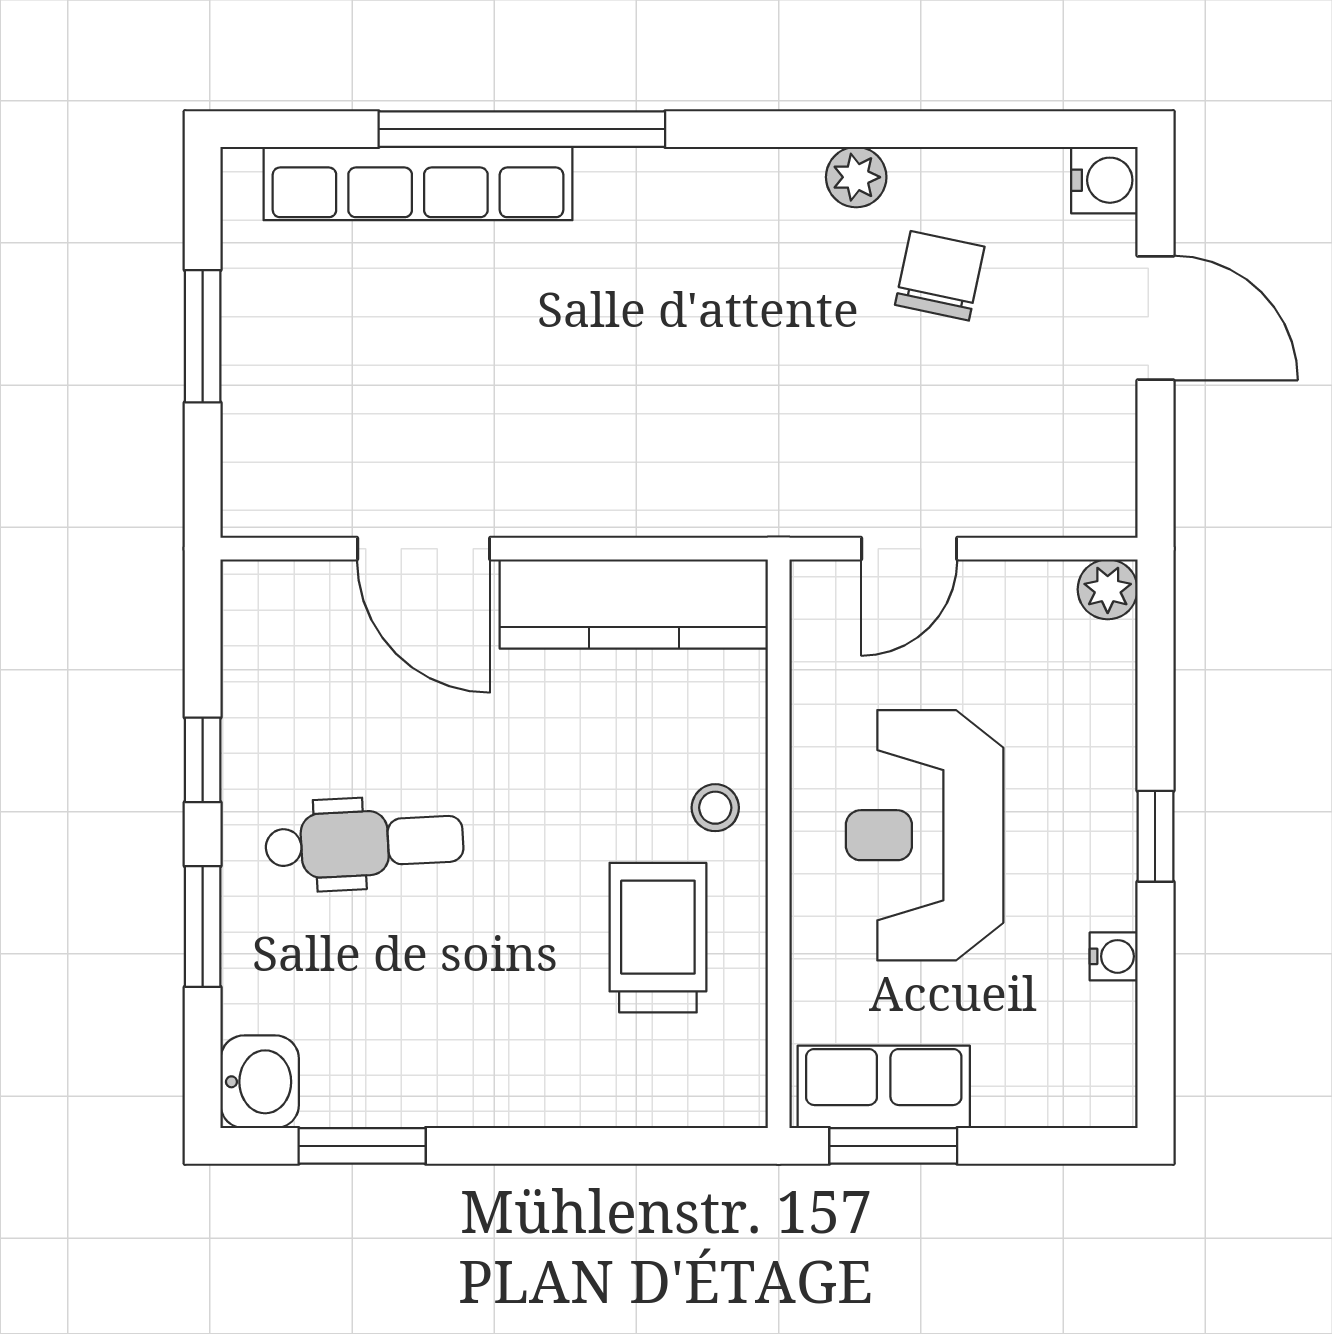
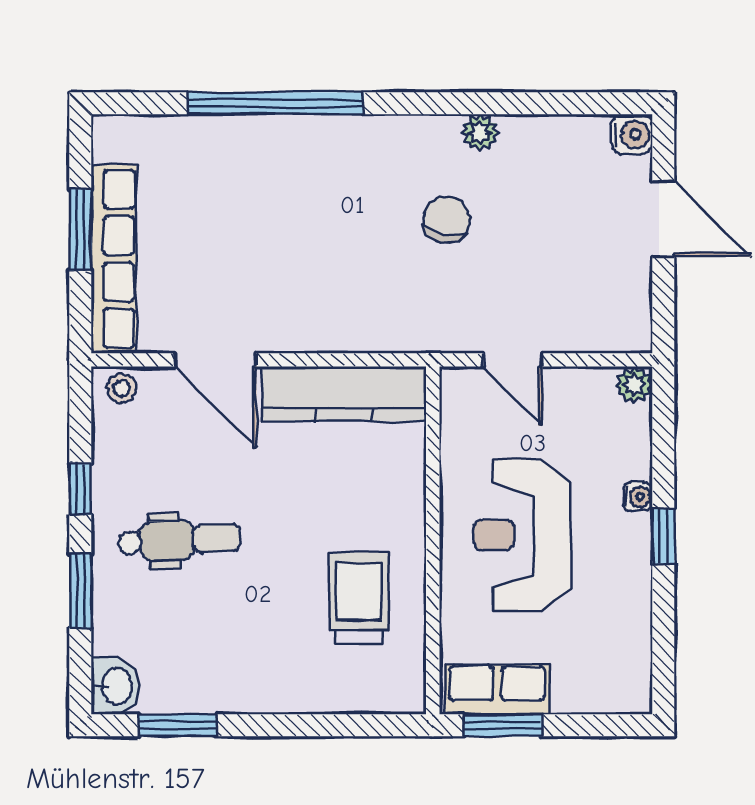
row of seats: (418, 184) -> (114, 259), moved, turned -90
chair: (940, 276) -> (446, 220), moved
door: (909, 549) -> (513, 360), hinge flipped
stool: (715, 808) -> (122, 388), moved
water cooler: (1114, 956) -> (638, 497), moved

